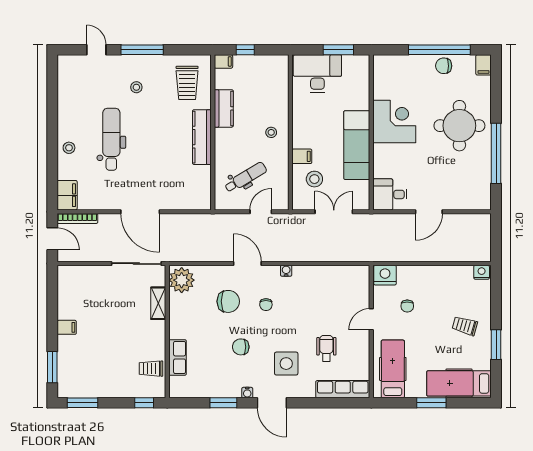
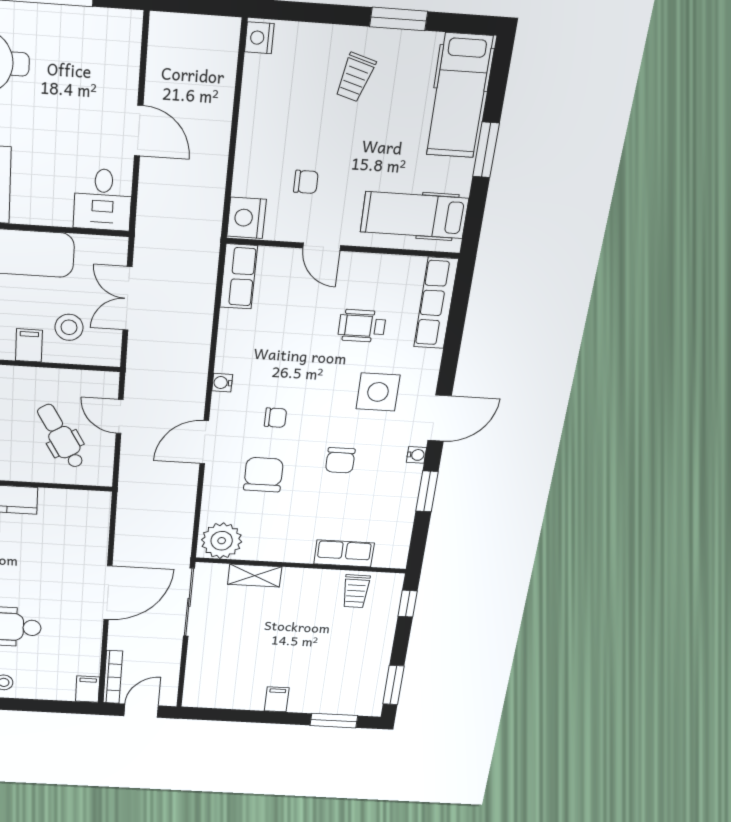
filing cabinet: (67, 195) -> (88, 689), width x0.50
row of seats: (351, 274) -> (239, 277), added

